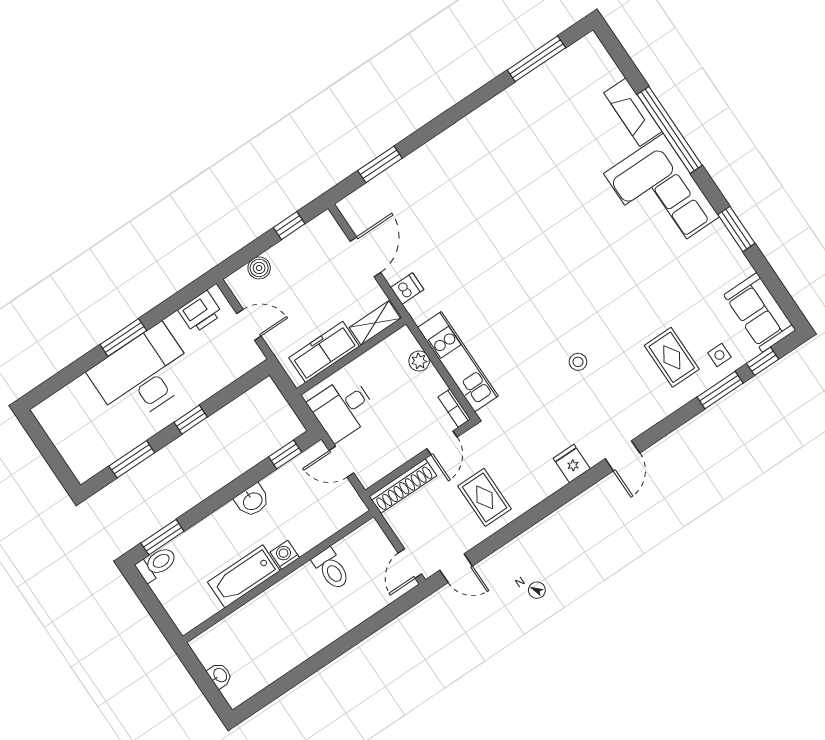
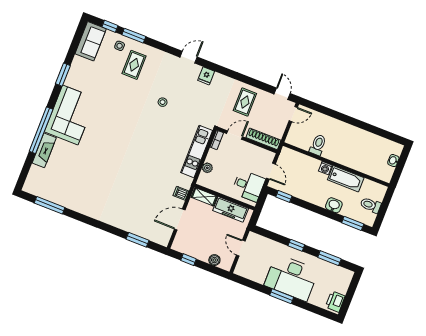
printer: (200, 312) -> (335, 302), moved, turned -90
washbasin: (252, 501) -> (334, 205), moved
toilet: (157, 564) -> (371, 205), moved

